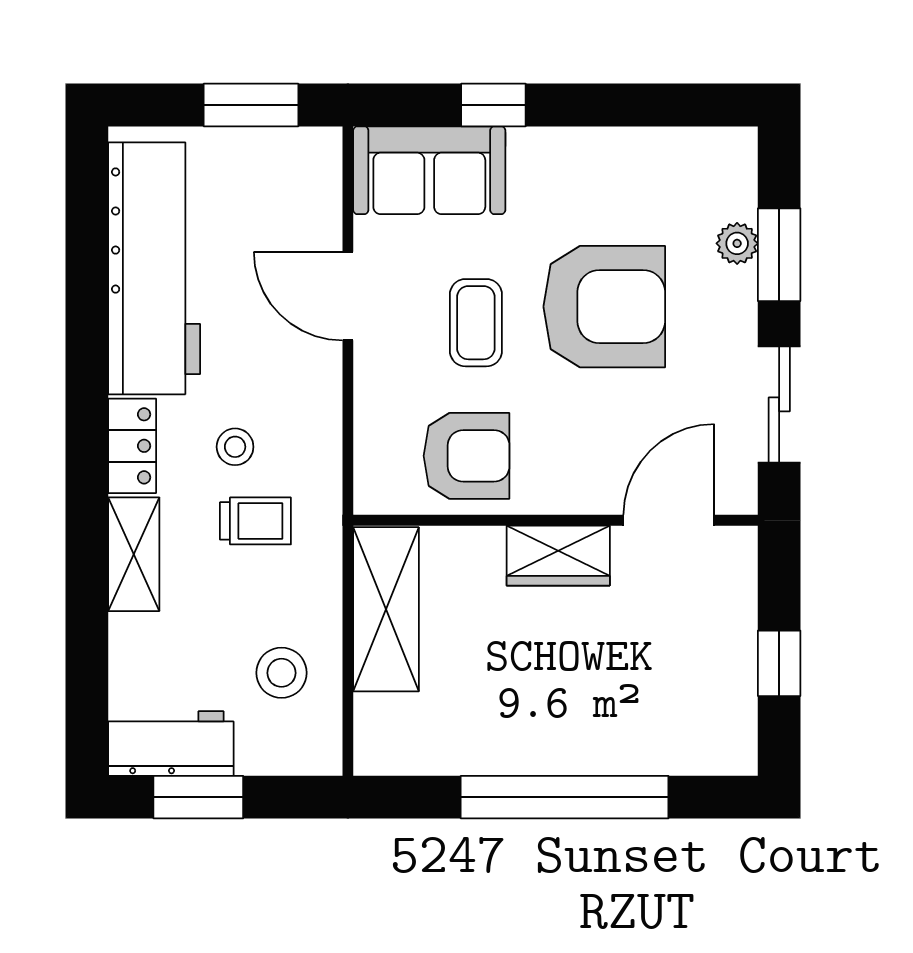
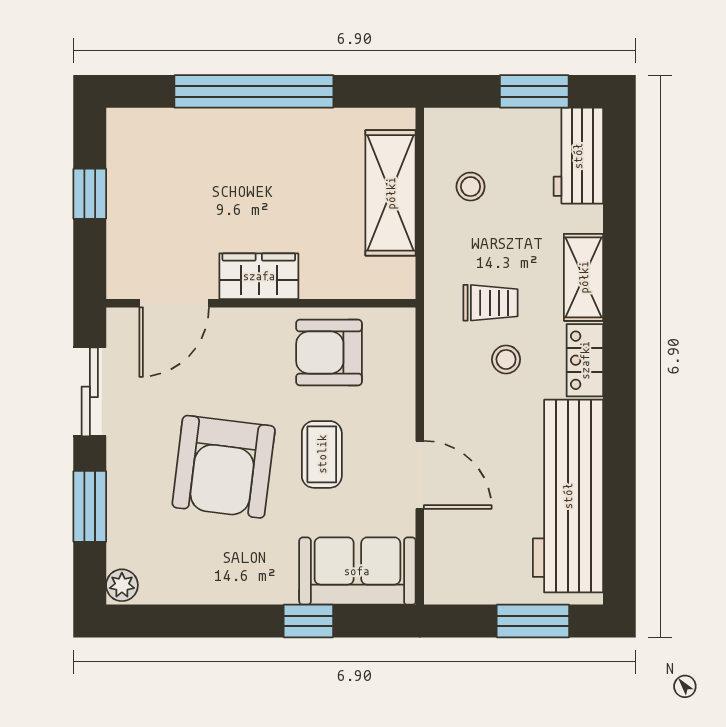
window: (251, 105) -> (533, 621), moved
plant: (737, 243) -> (122, 585), moved
armchair: (604, 307) -> (224, 467), turned -83
trolley: (255, 521) -> (490, 303), turned 180
shelving: (386, 609) -> (391, 193), moved
stool: (281, 673) -> (471, 187), width x0.73, depth x0.73
workbench: (171, 744) -> (578, 156), moved, turned 90

